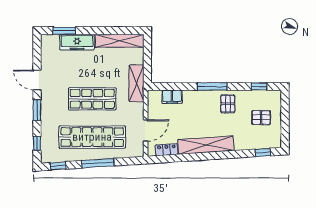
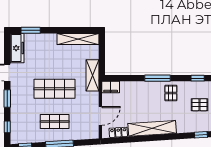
freezer: (77, 42) -> (17, 48), moved, turned -90
filing cabinet: (172, 97) -> (111, 87), moved
shop shelf: (92, 137) -> (55, 122), width x0.50, depth x0.74

